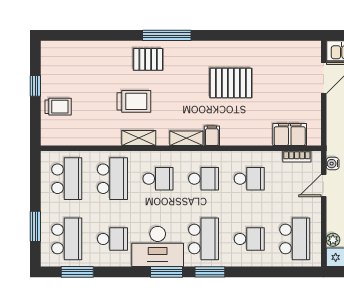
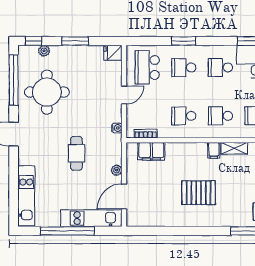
door: (324, 185) -> (124, 95), moved
school desk: (204, 239) -> (220, 67), width x0.54
plant: (333, 240) -> (117, 170), moved
window: (210, 272) -> (184, 41), moved

